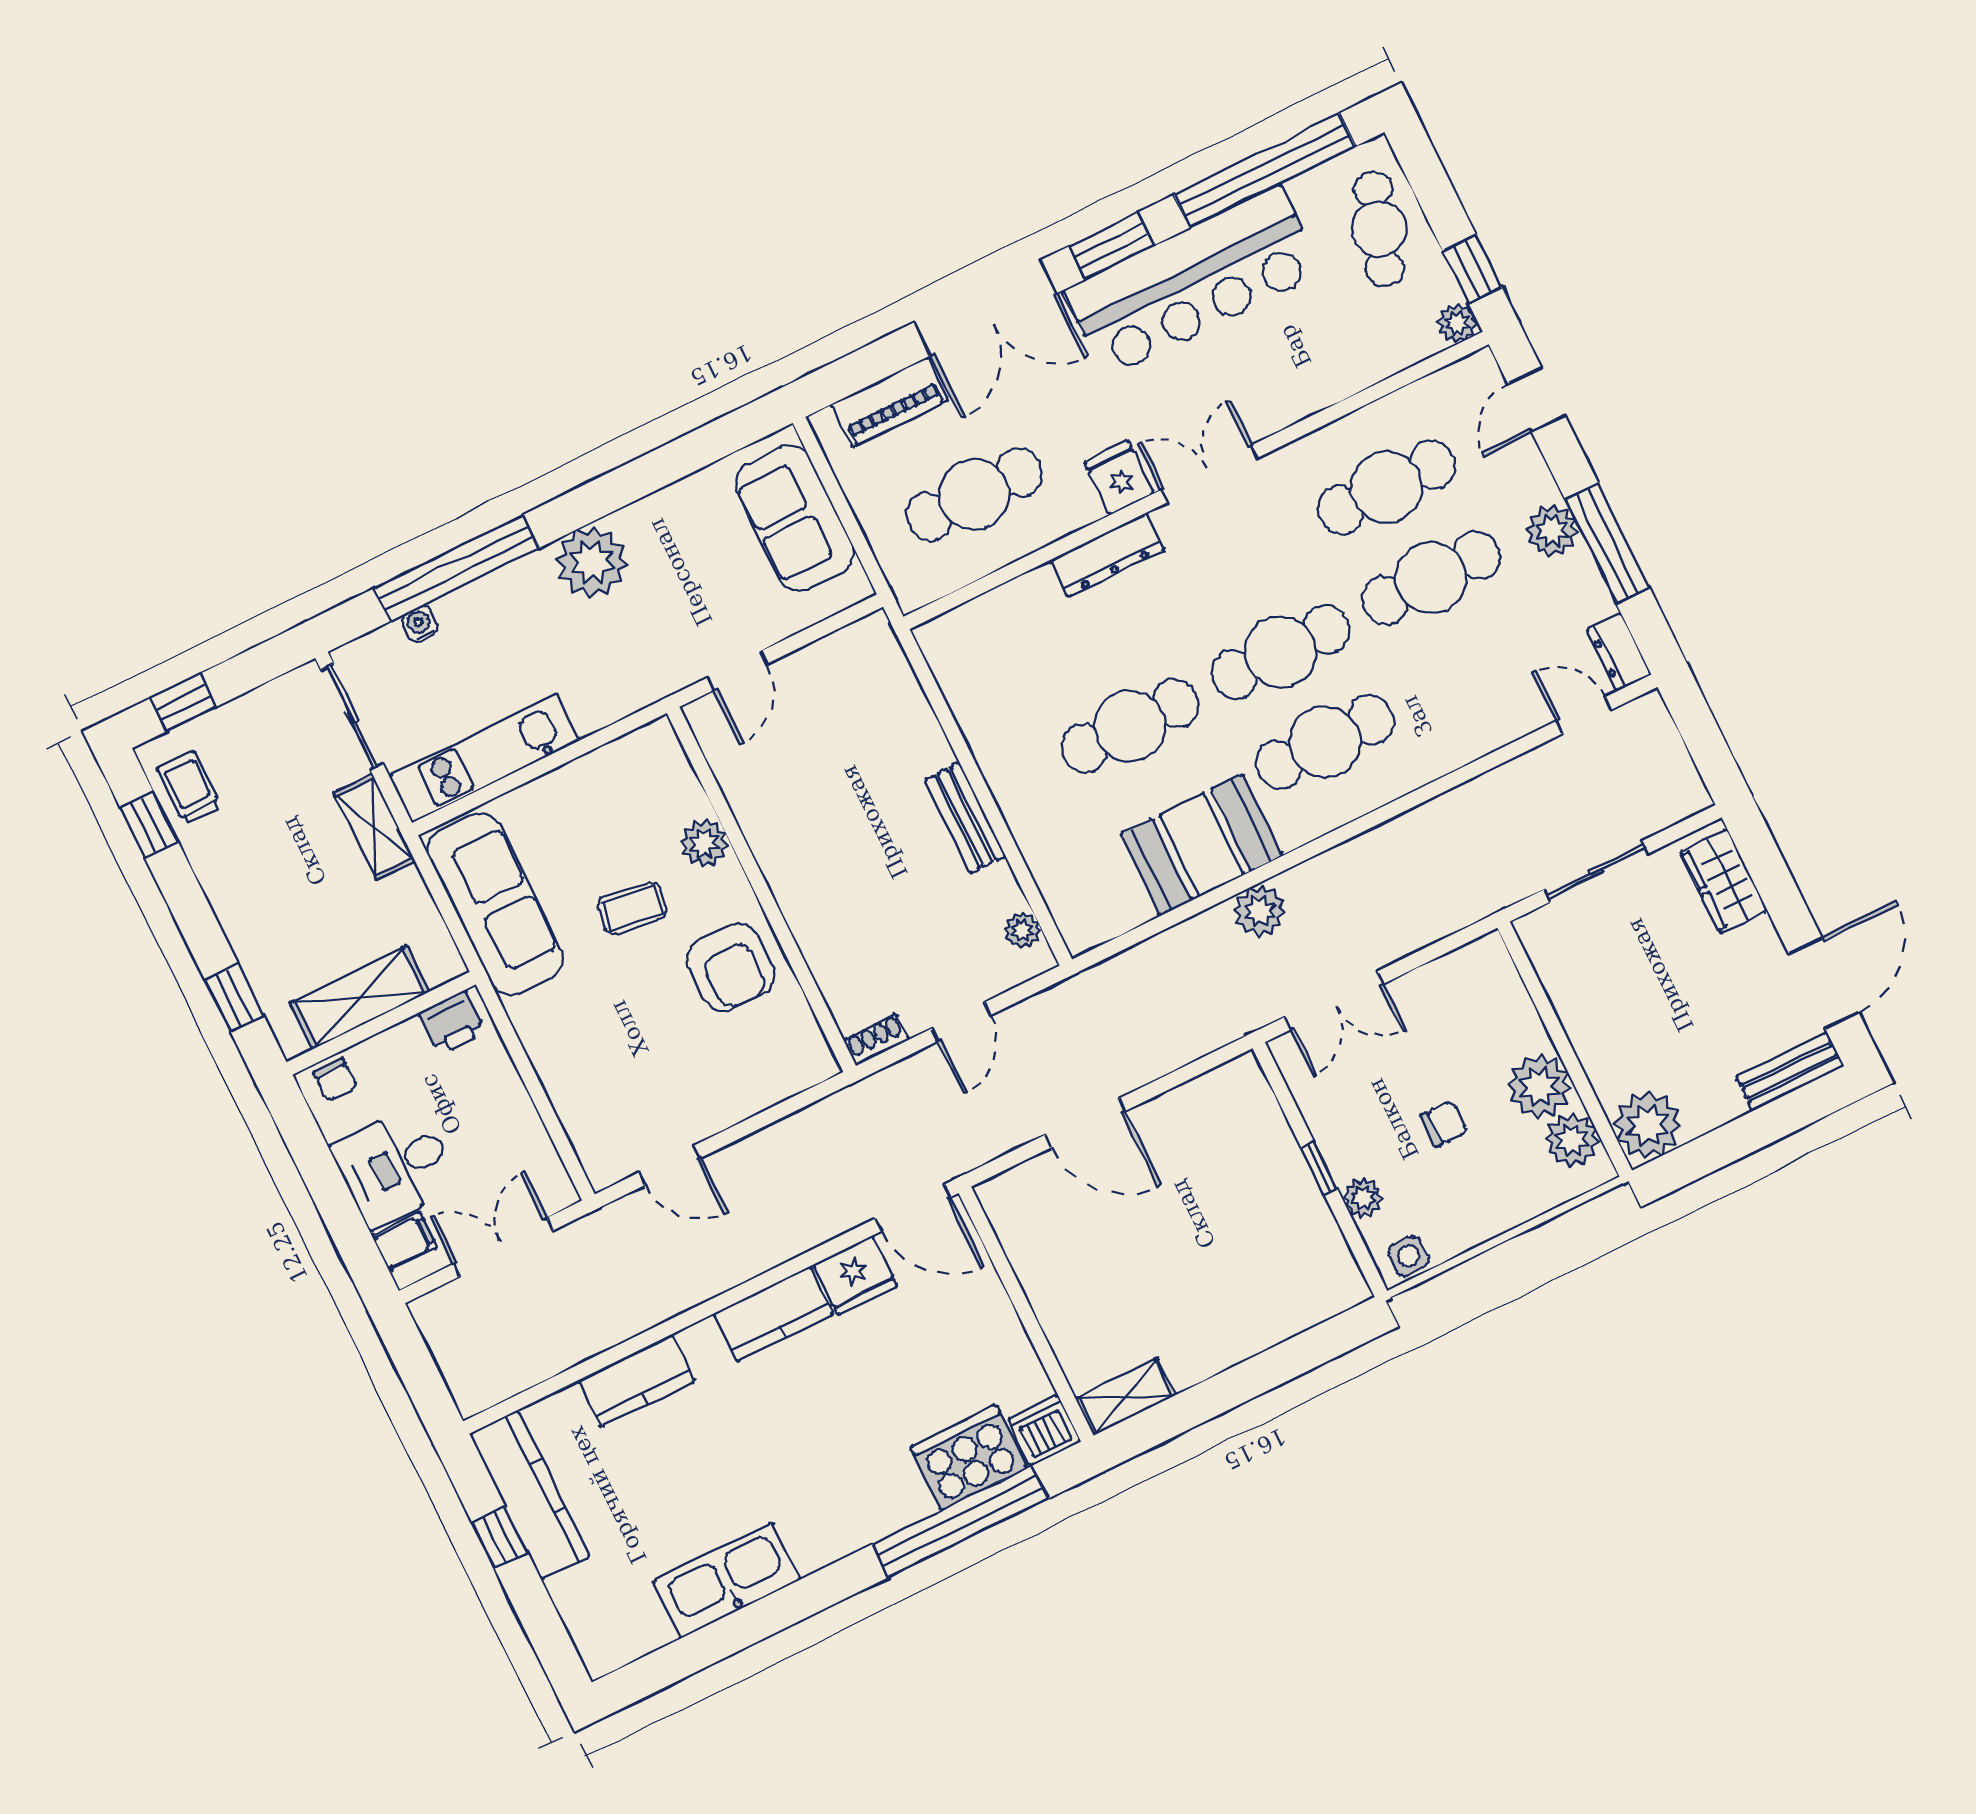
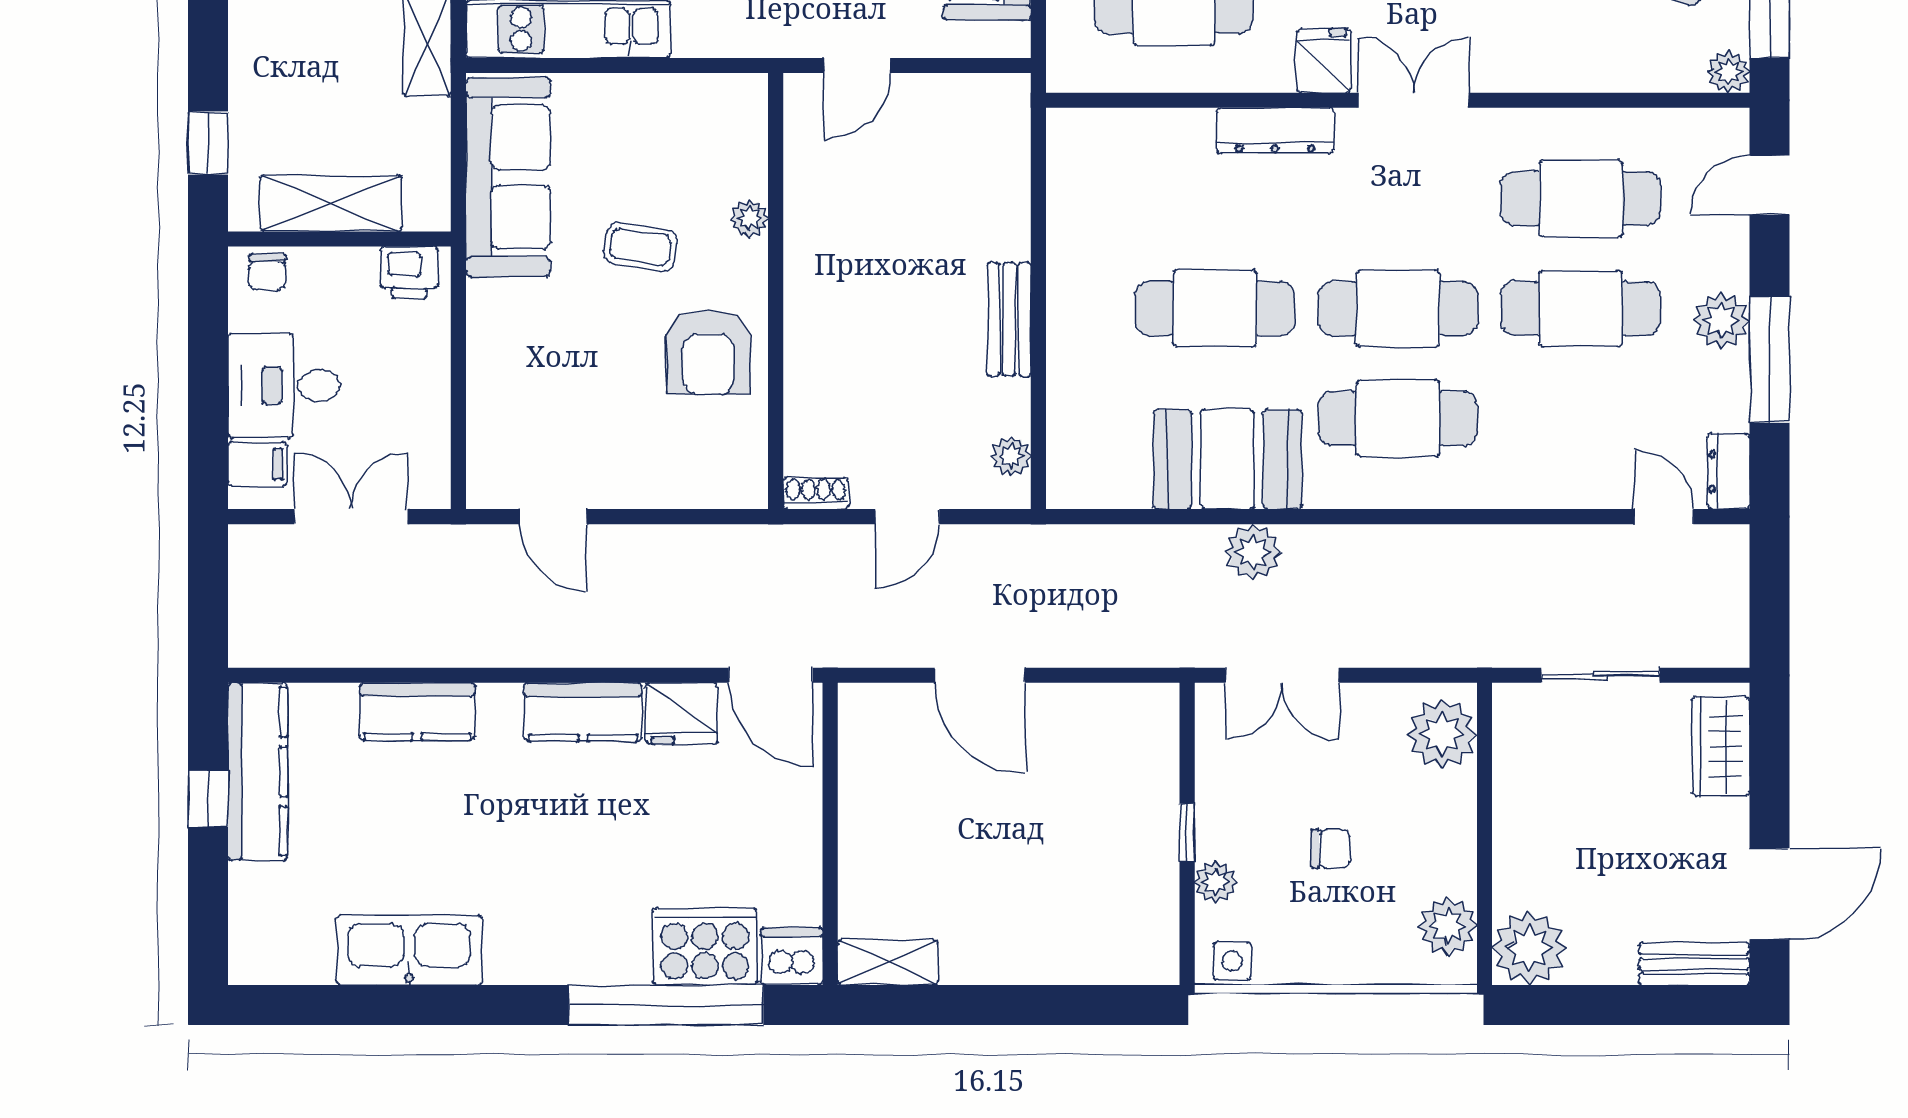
plant: (704, 843) -> (749, 218), width x0.73, depth x0.73
plant: (1539, 1086) -> (1442, 734), moved

